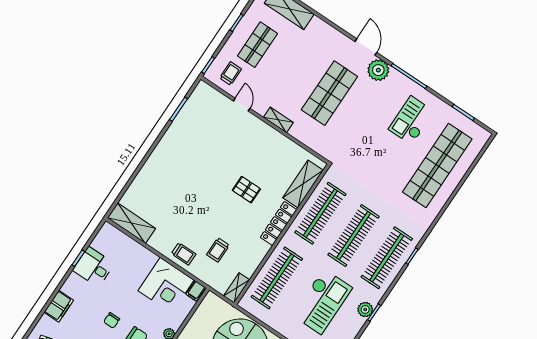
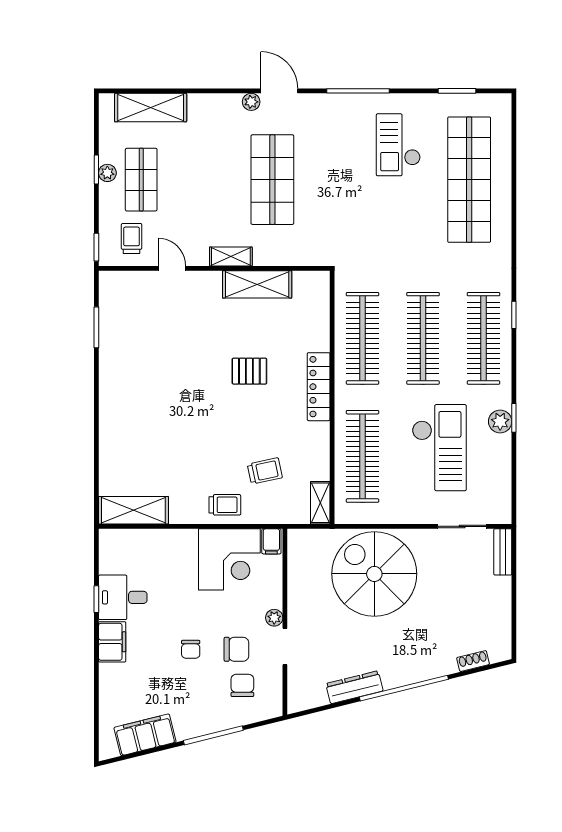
plant: (241, 29) -> (107, 173), added
plant: (378, 70) -> (251, 102), moved, width x0.53, depth x0.53
shelving: (303, 184) -> (257, 284), moved, turned 90
trolley: (218, 250) -> (265, 471), turned -102
filing cabinet: (59, 306) -> (112, 642), moved

